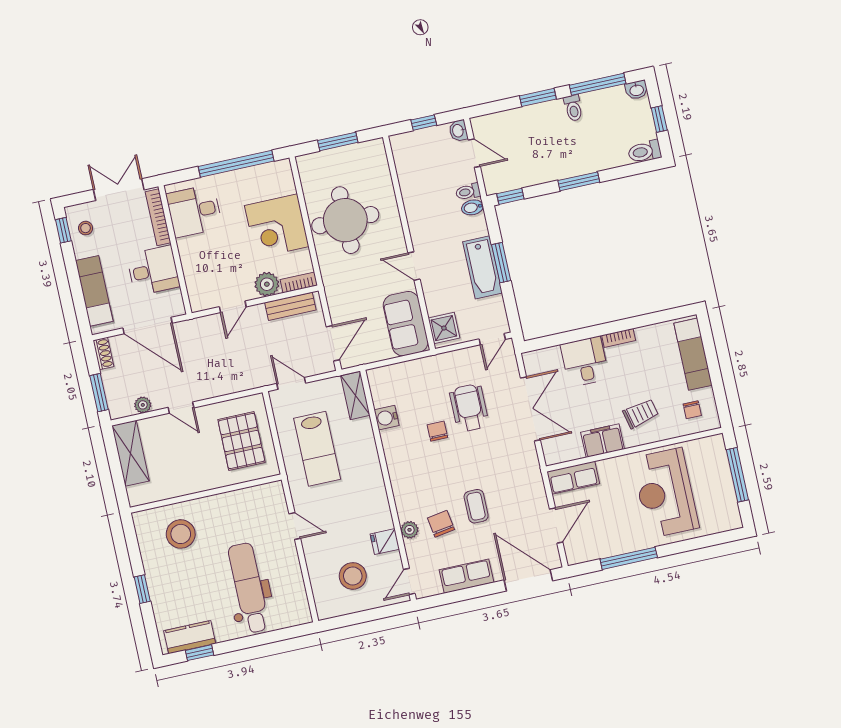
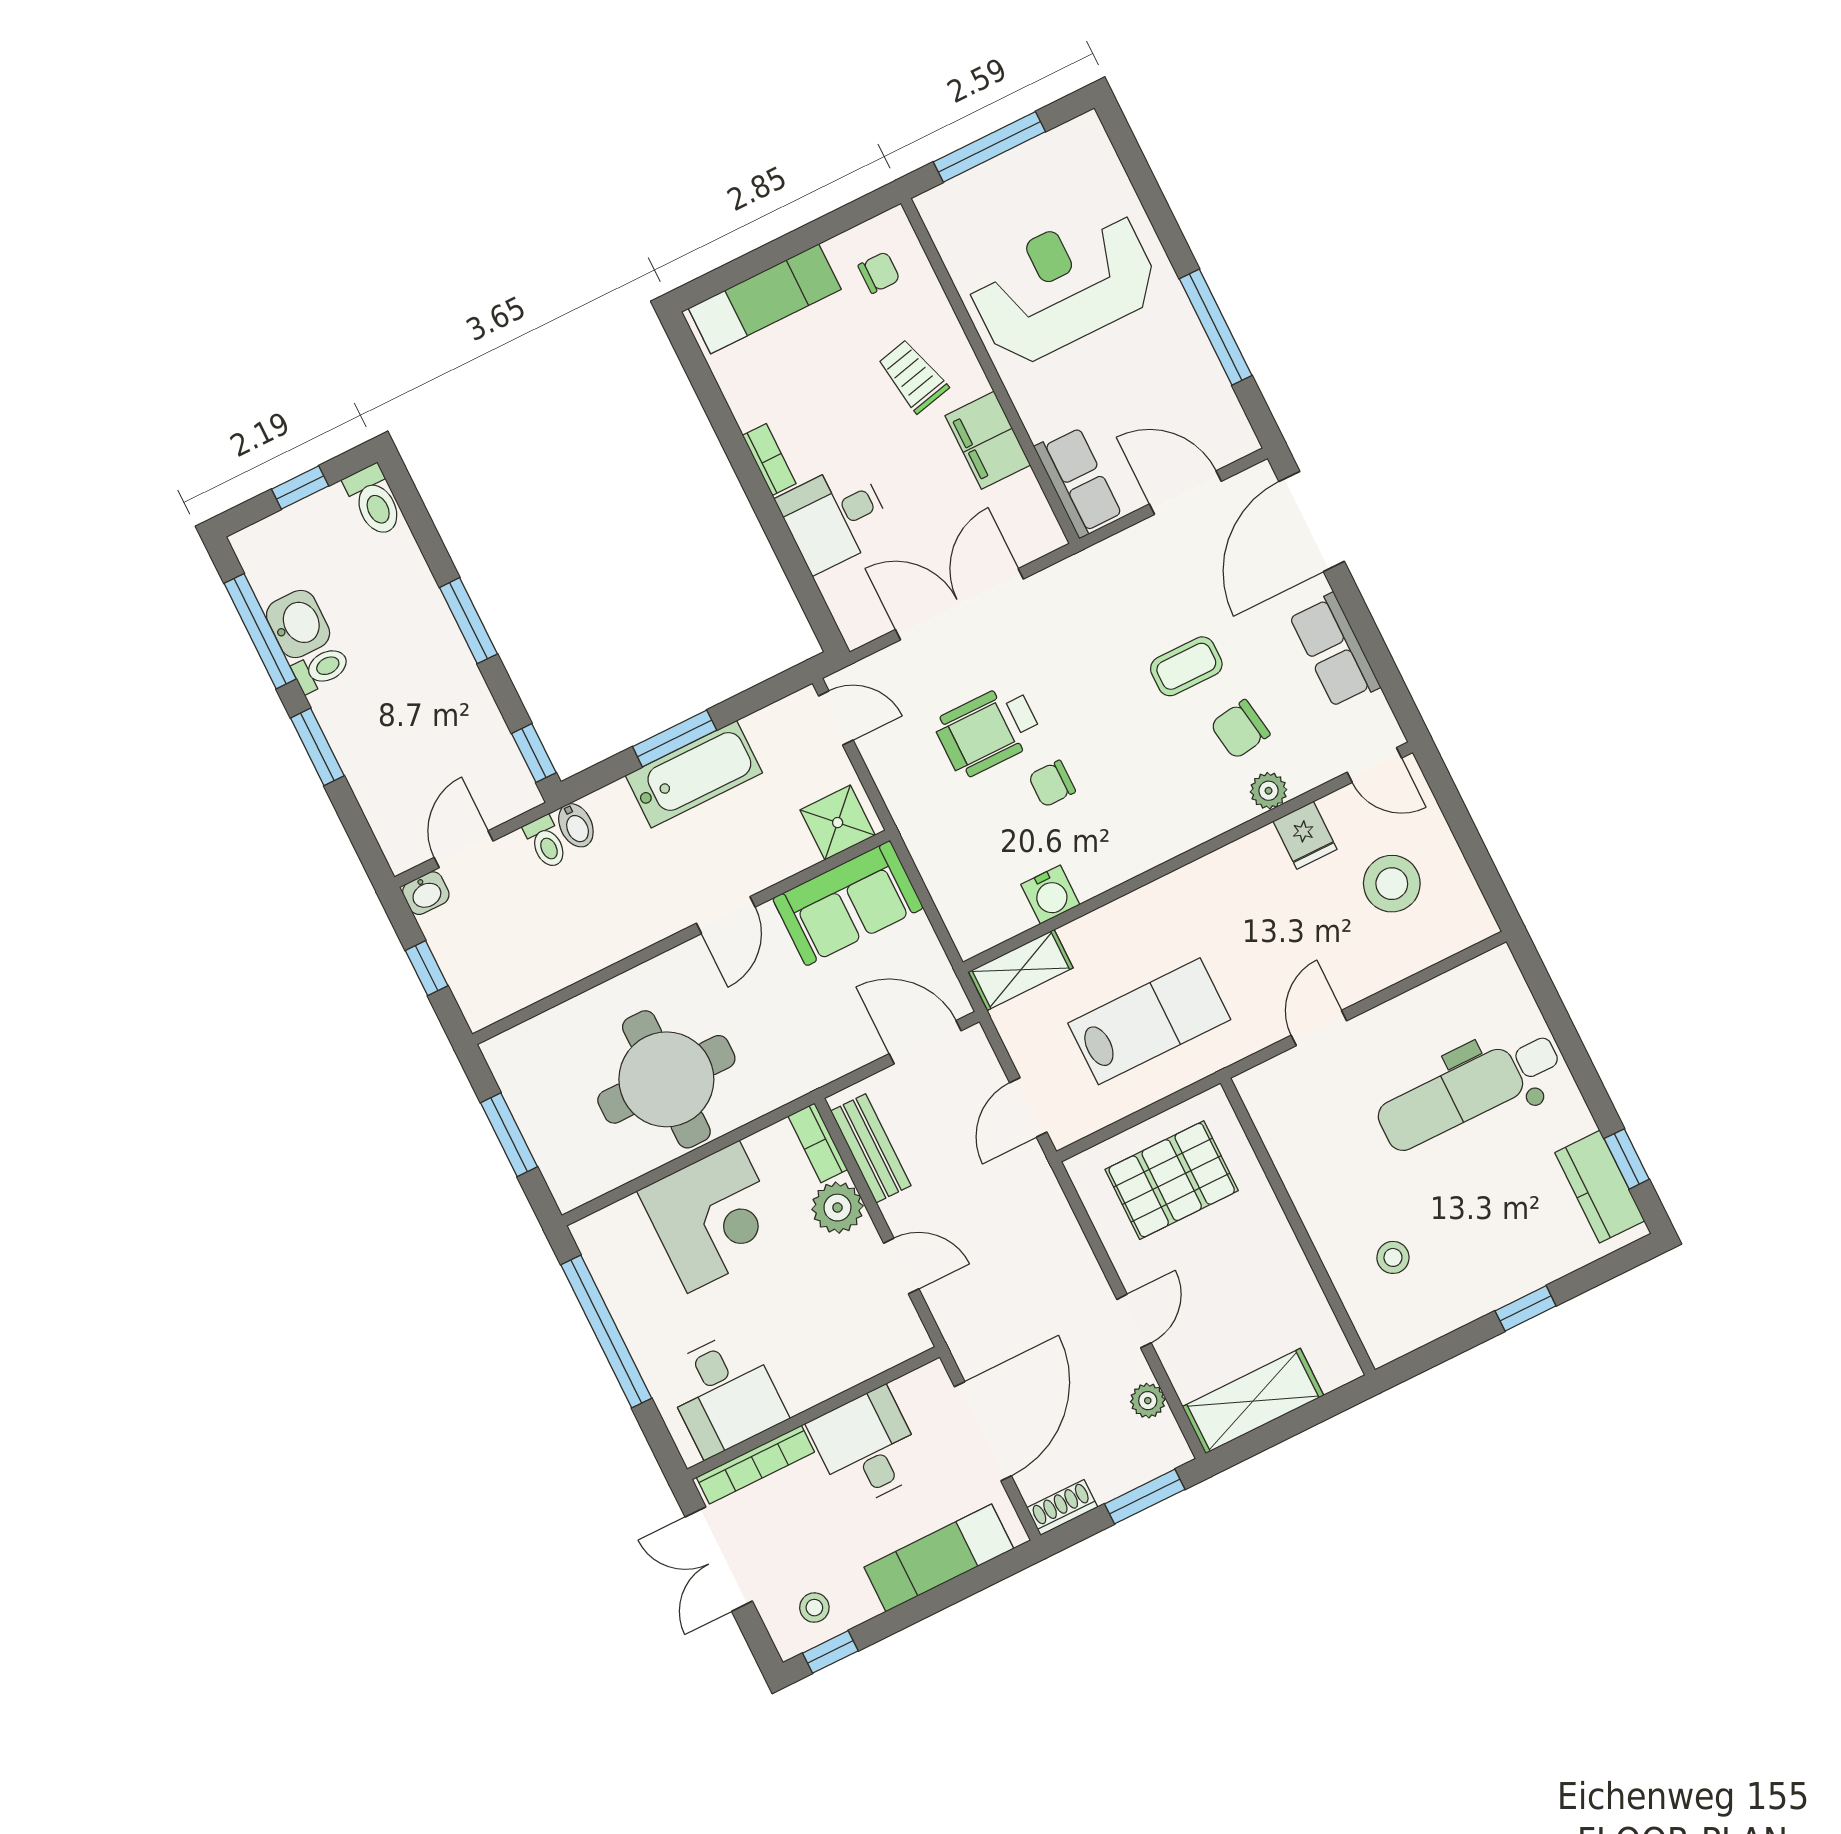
washbasin: (637, 90) -> (298, 624), moved, width x1.38, depth x1.45
reception desk: (665, 493) -> (1063, 285), turned 180
stool: (181, 534) -> (1393, 1257), width x0.53, depth x0.53

